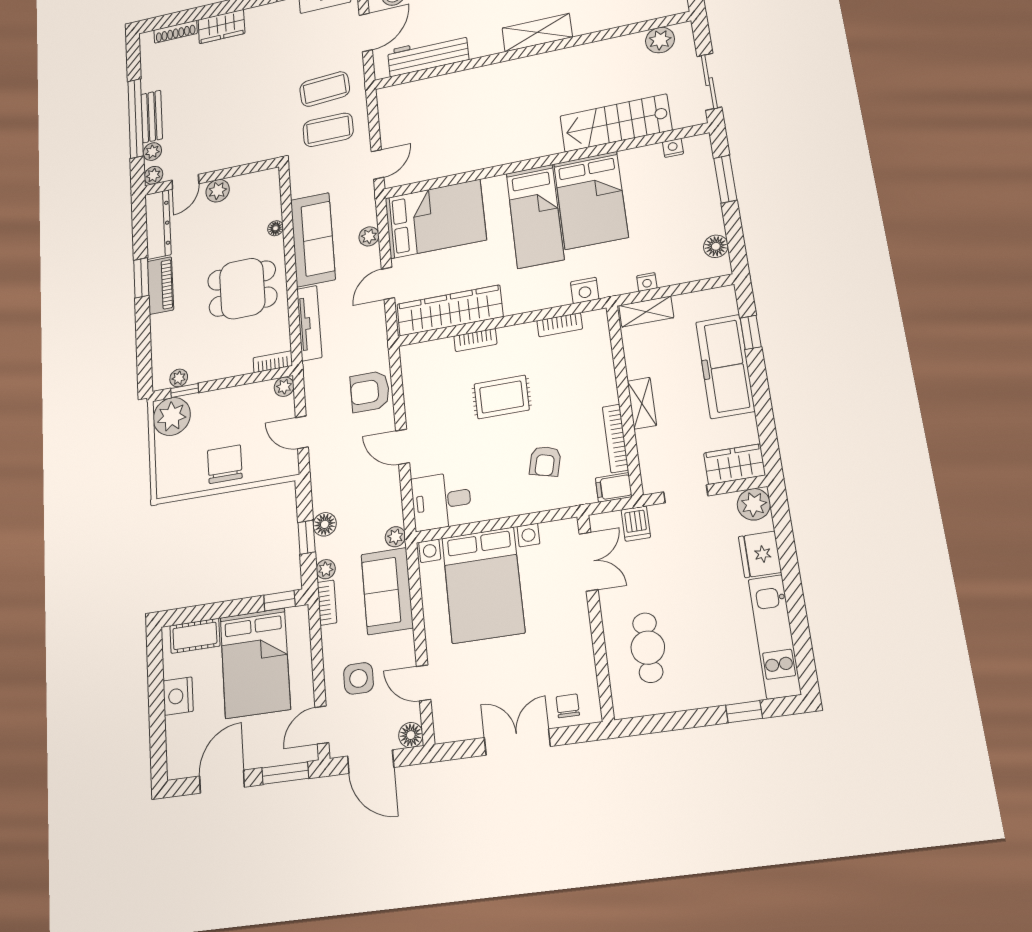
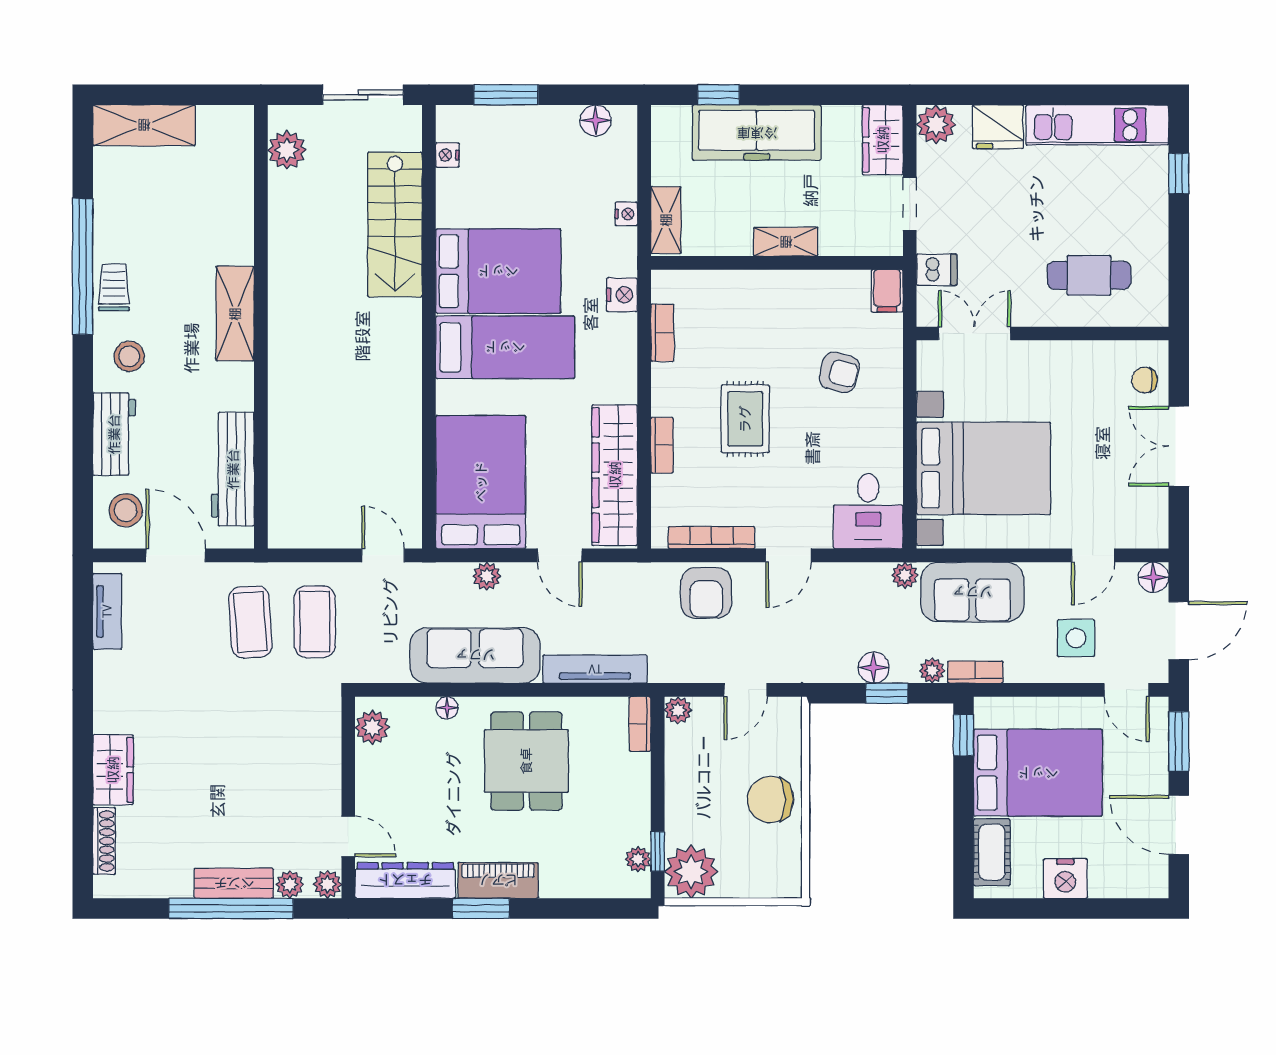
plant: (218, 191) -> (372, 727), moved
bookcase: (615, 438) -> (711, 538), moved, turned 180

